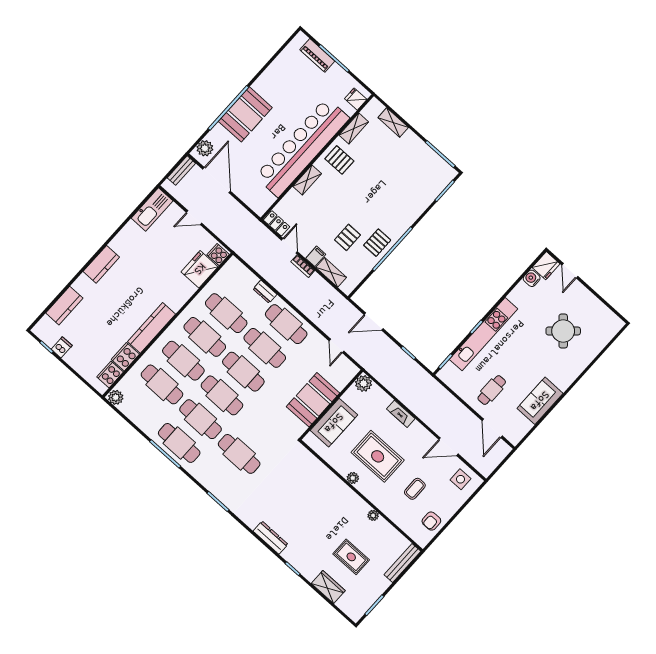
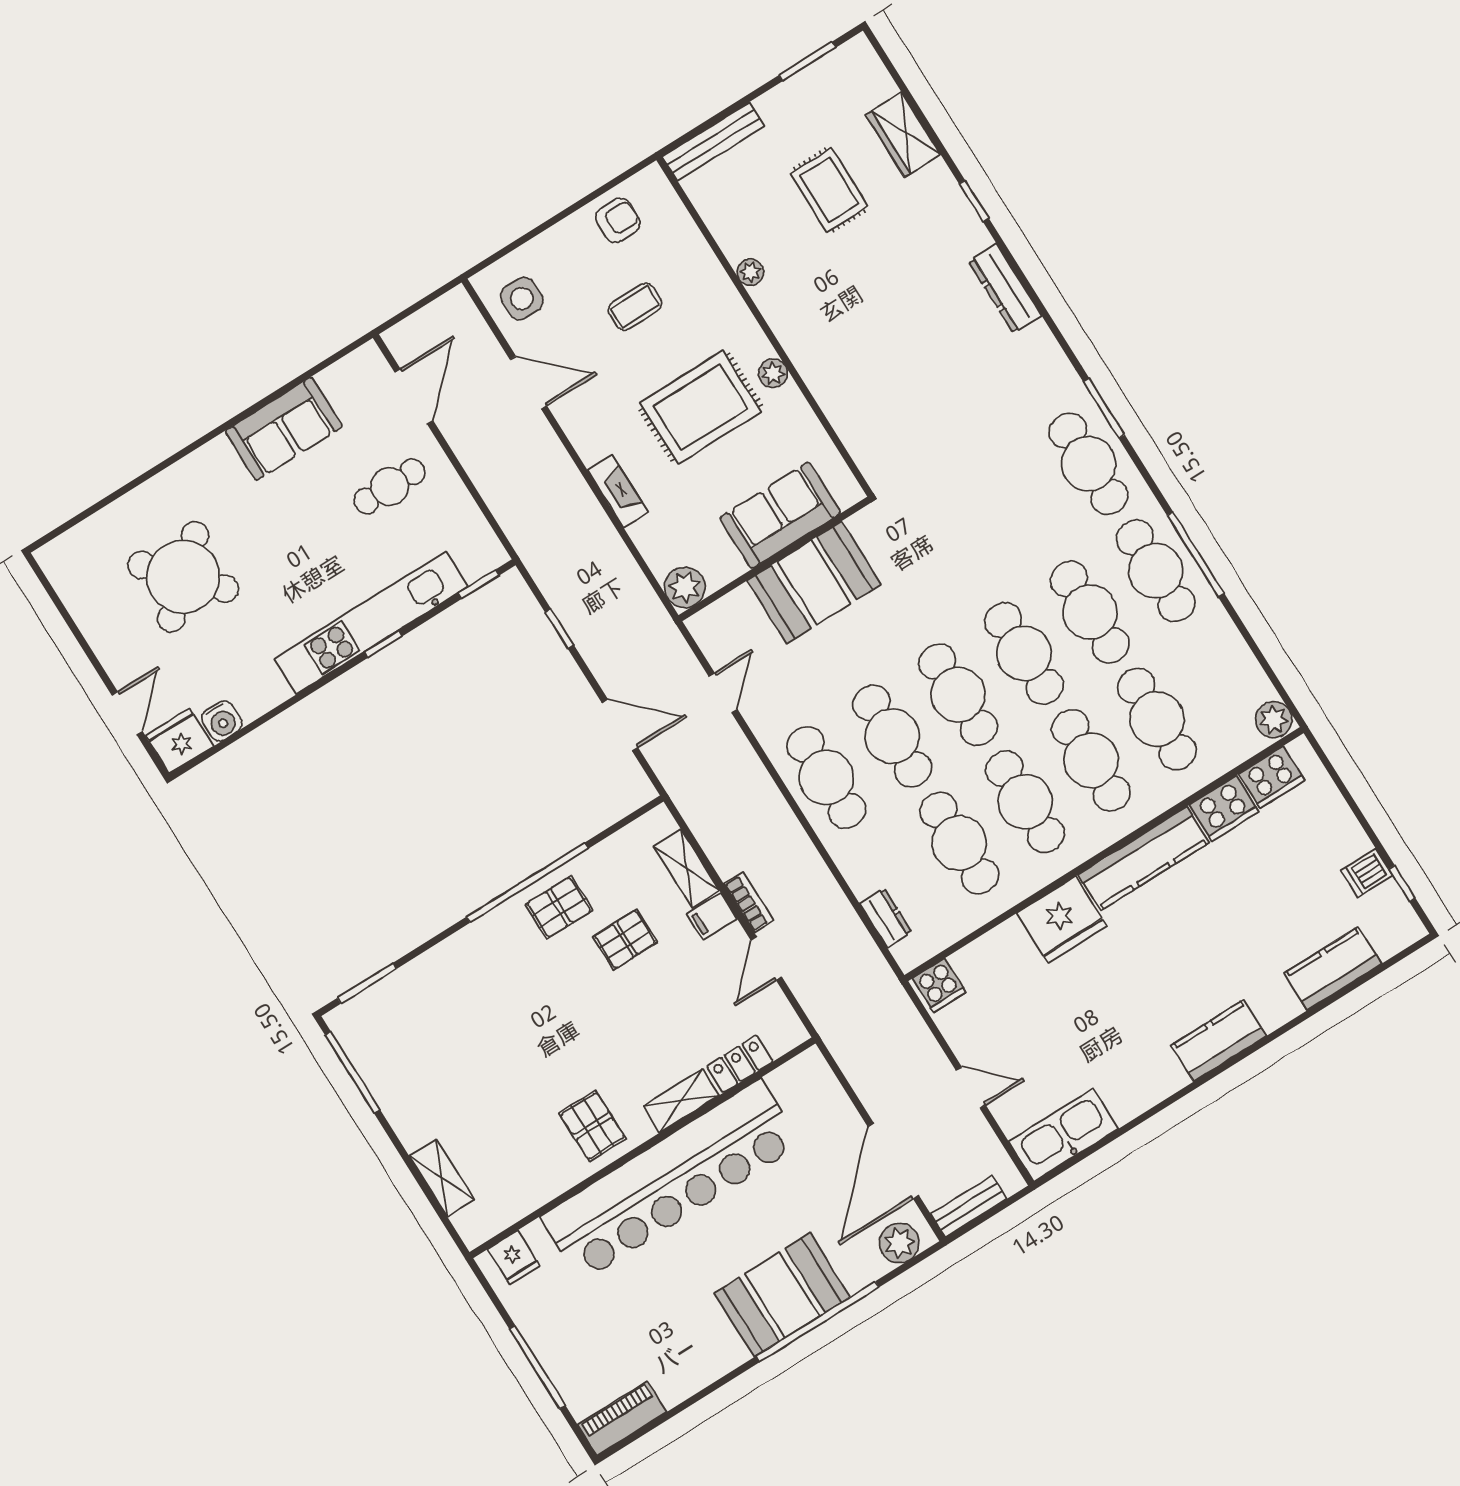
piano: (317, 55) -> (622, 1418), moved, turned -90
shelving: (354, 128) -> (538, 1190), removed
locker: (277, 223) -> (740, 1064), moved, turned 90
fridge: (200, 269) -> (1062, 920), moved
dresser: (265, 292) -> (886, 918), moved
round table: (563, 331) -> (183, 577), width x1.36, depth x1.36
cafe table: (239, 454) -> (1089, 464), moved
rug: (378, 456) -> (700, 407), turned 90

